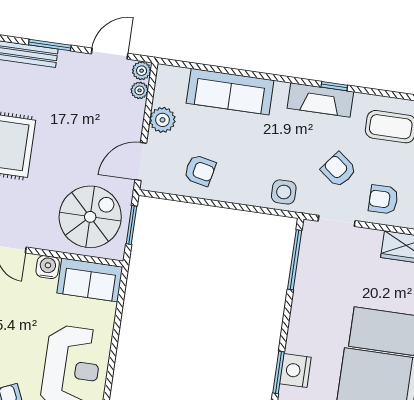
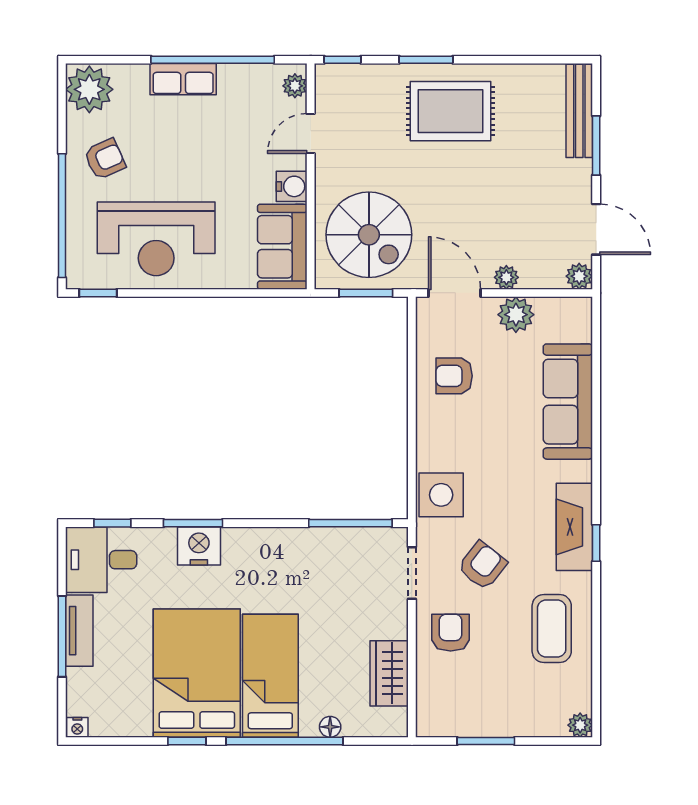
plant: (140, 90) -> (506, 277), moved
armchair: (200, 170) -> (454, 376), turned 78
side table: (284, 192) -> (441, 495), width x1.37, depth x1.37

